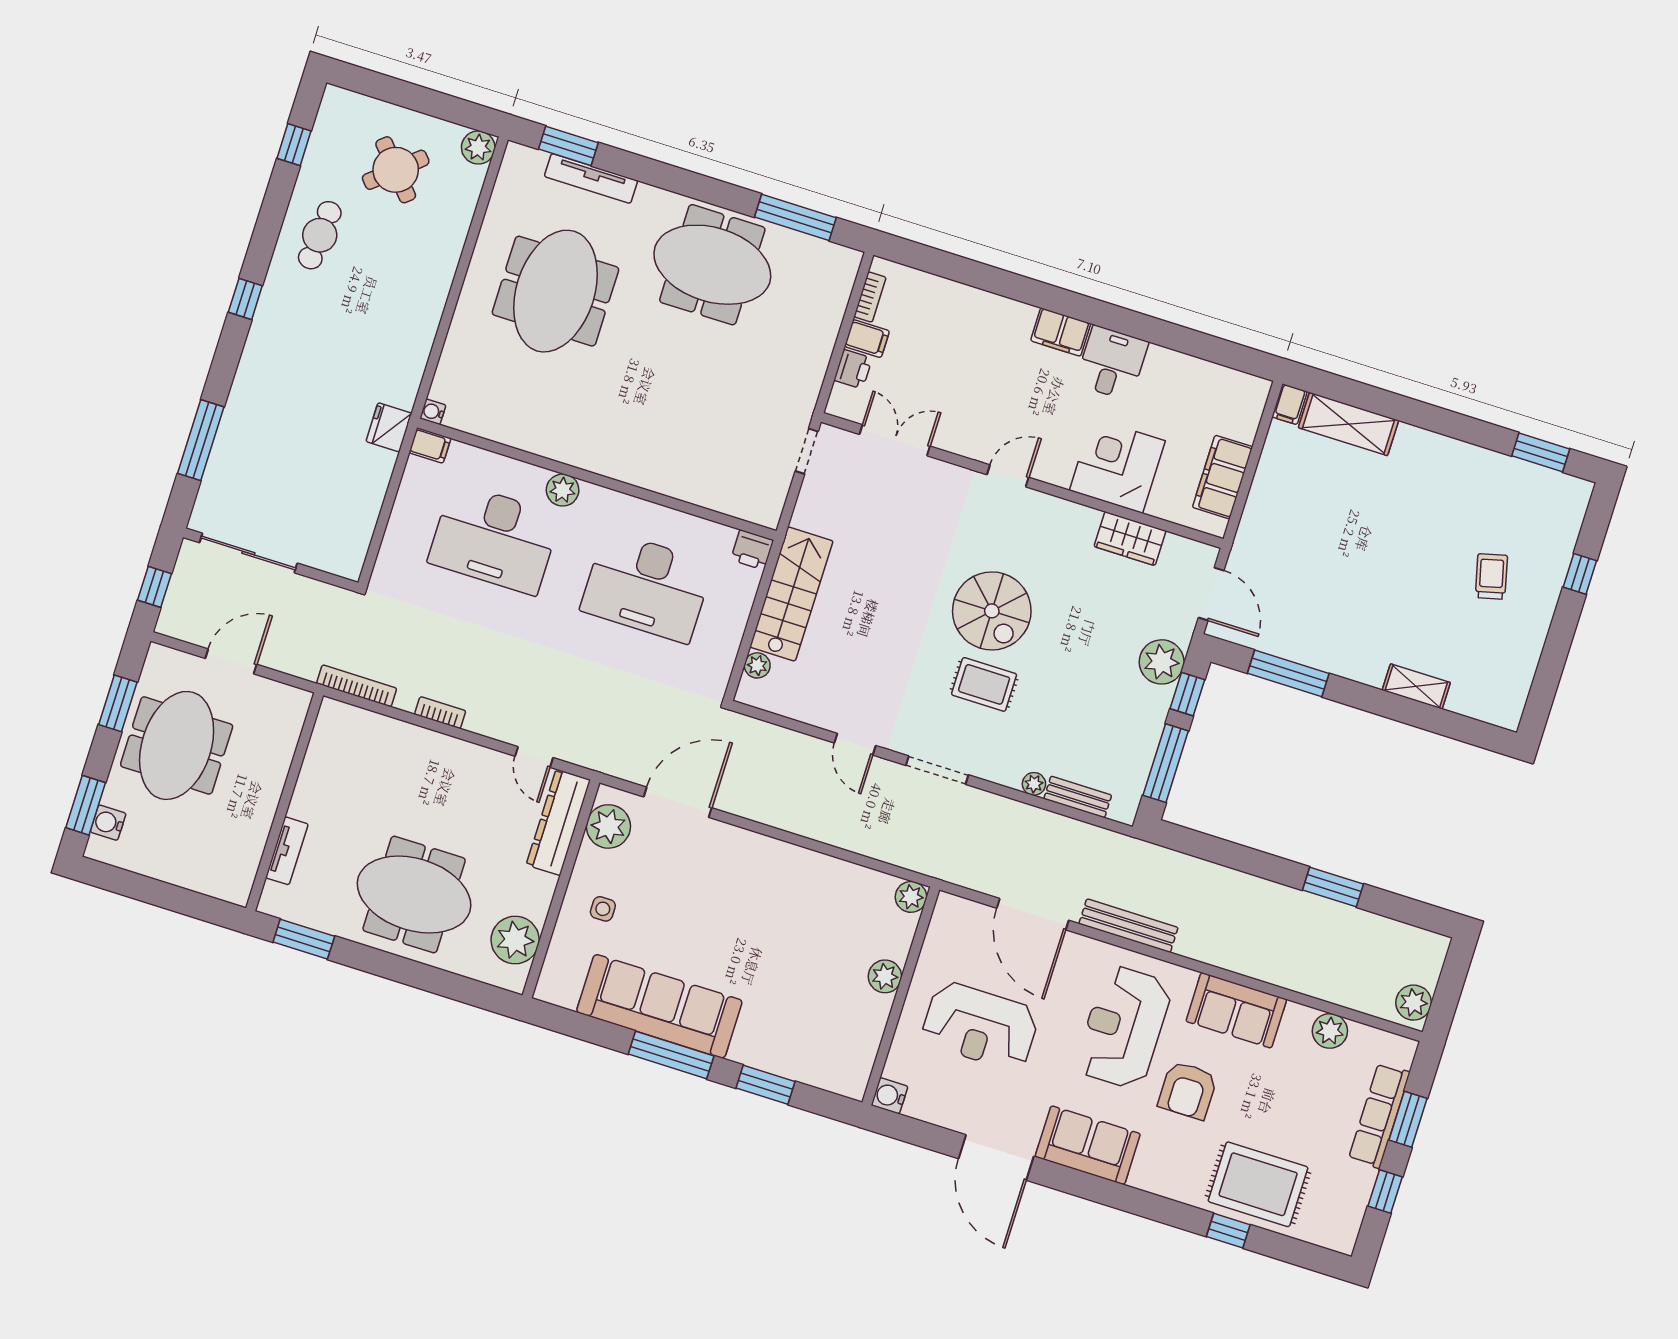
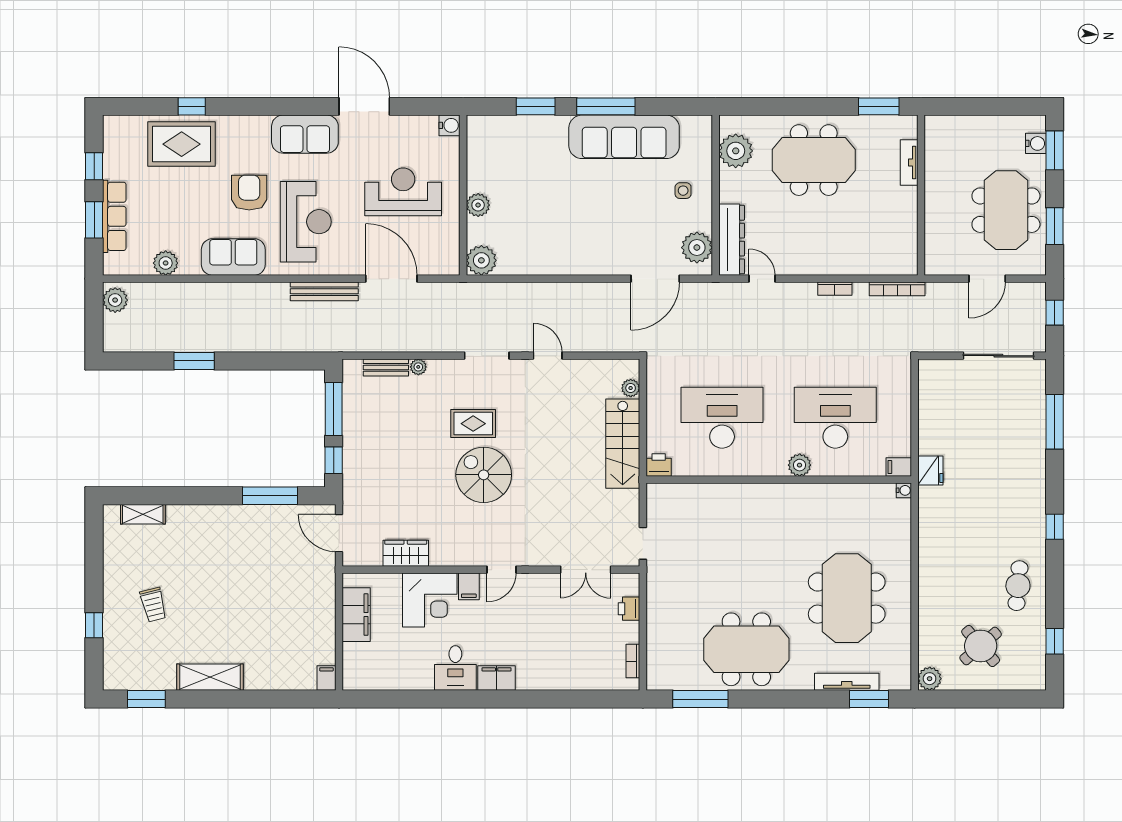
filing cabinet: (867, 339) -> (469, 586), moved, turned -90
shelving: (1349, 424) -> (210, 677), moved
plant: (1162, 662) -> (358, 477), removed
shelving: (1416, 686) -> (143, 514), moved
plant: (911, 897) -> (481, 260), width x1.36, depth x1.36

